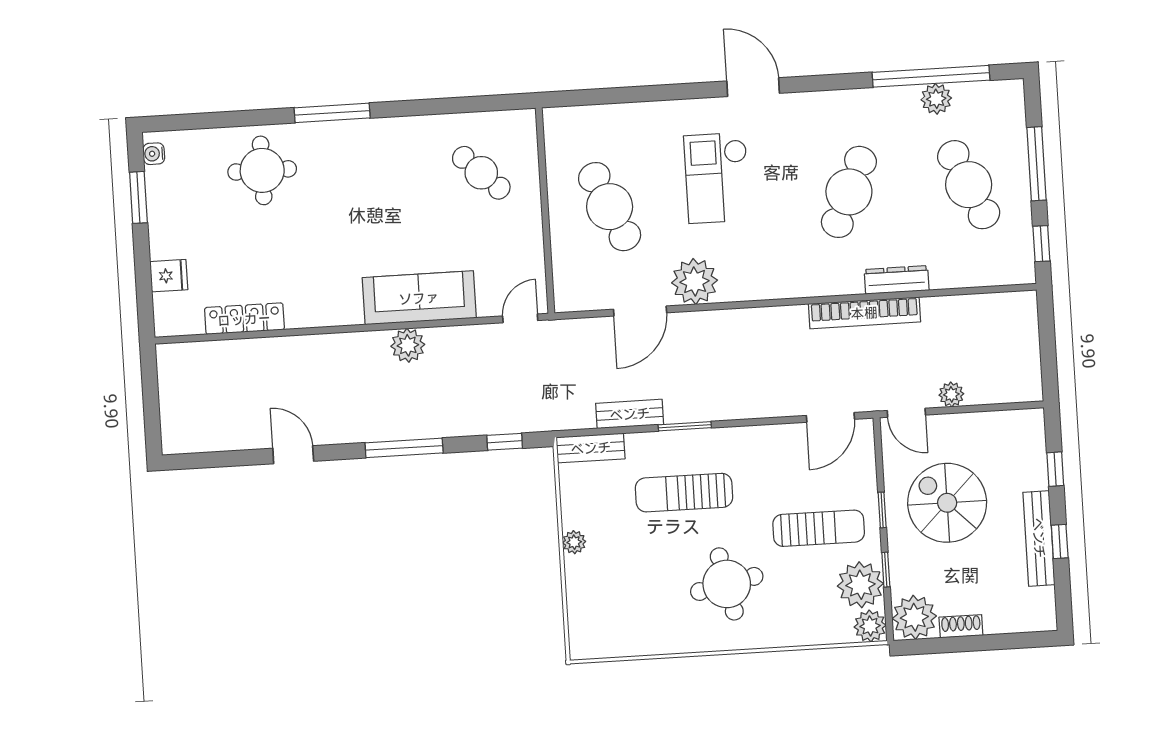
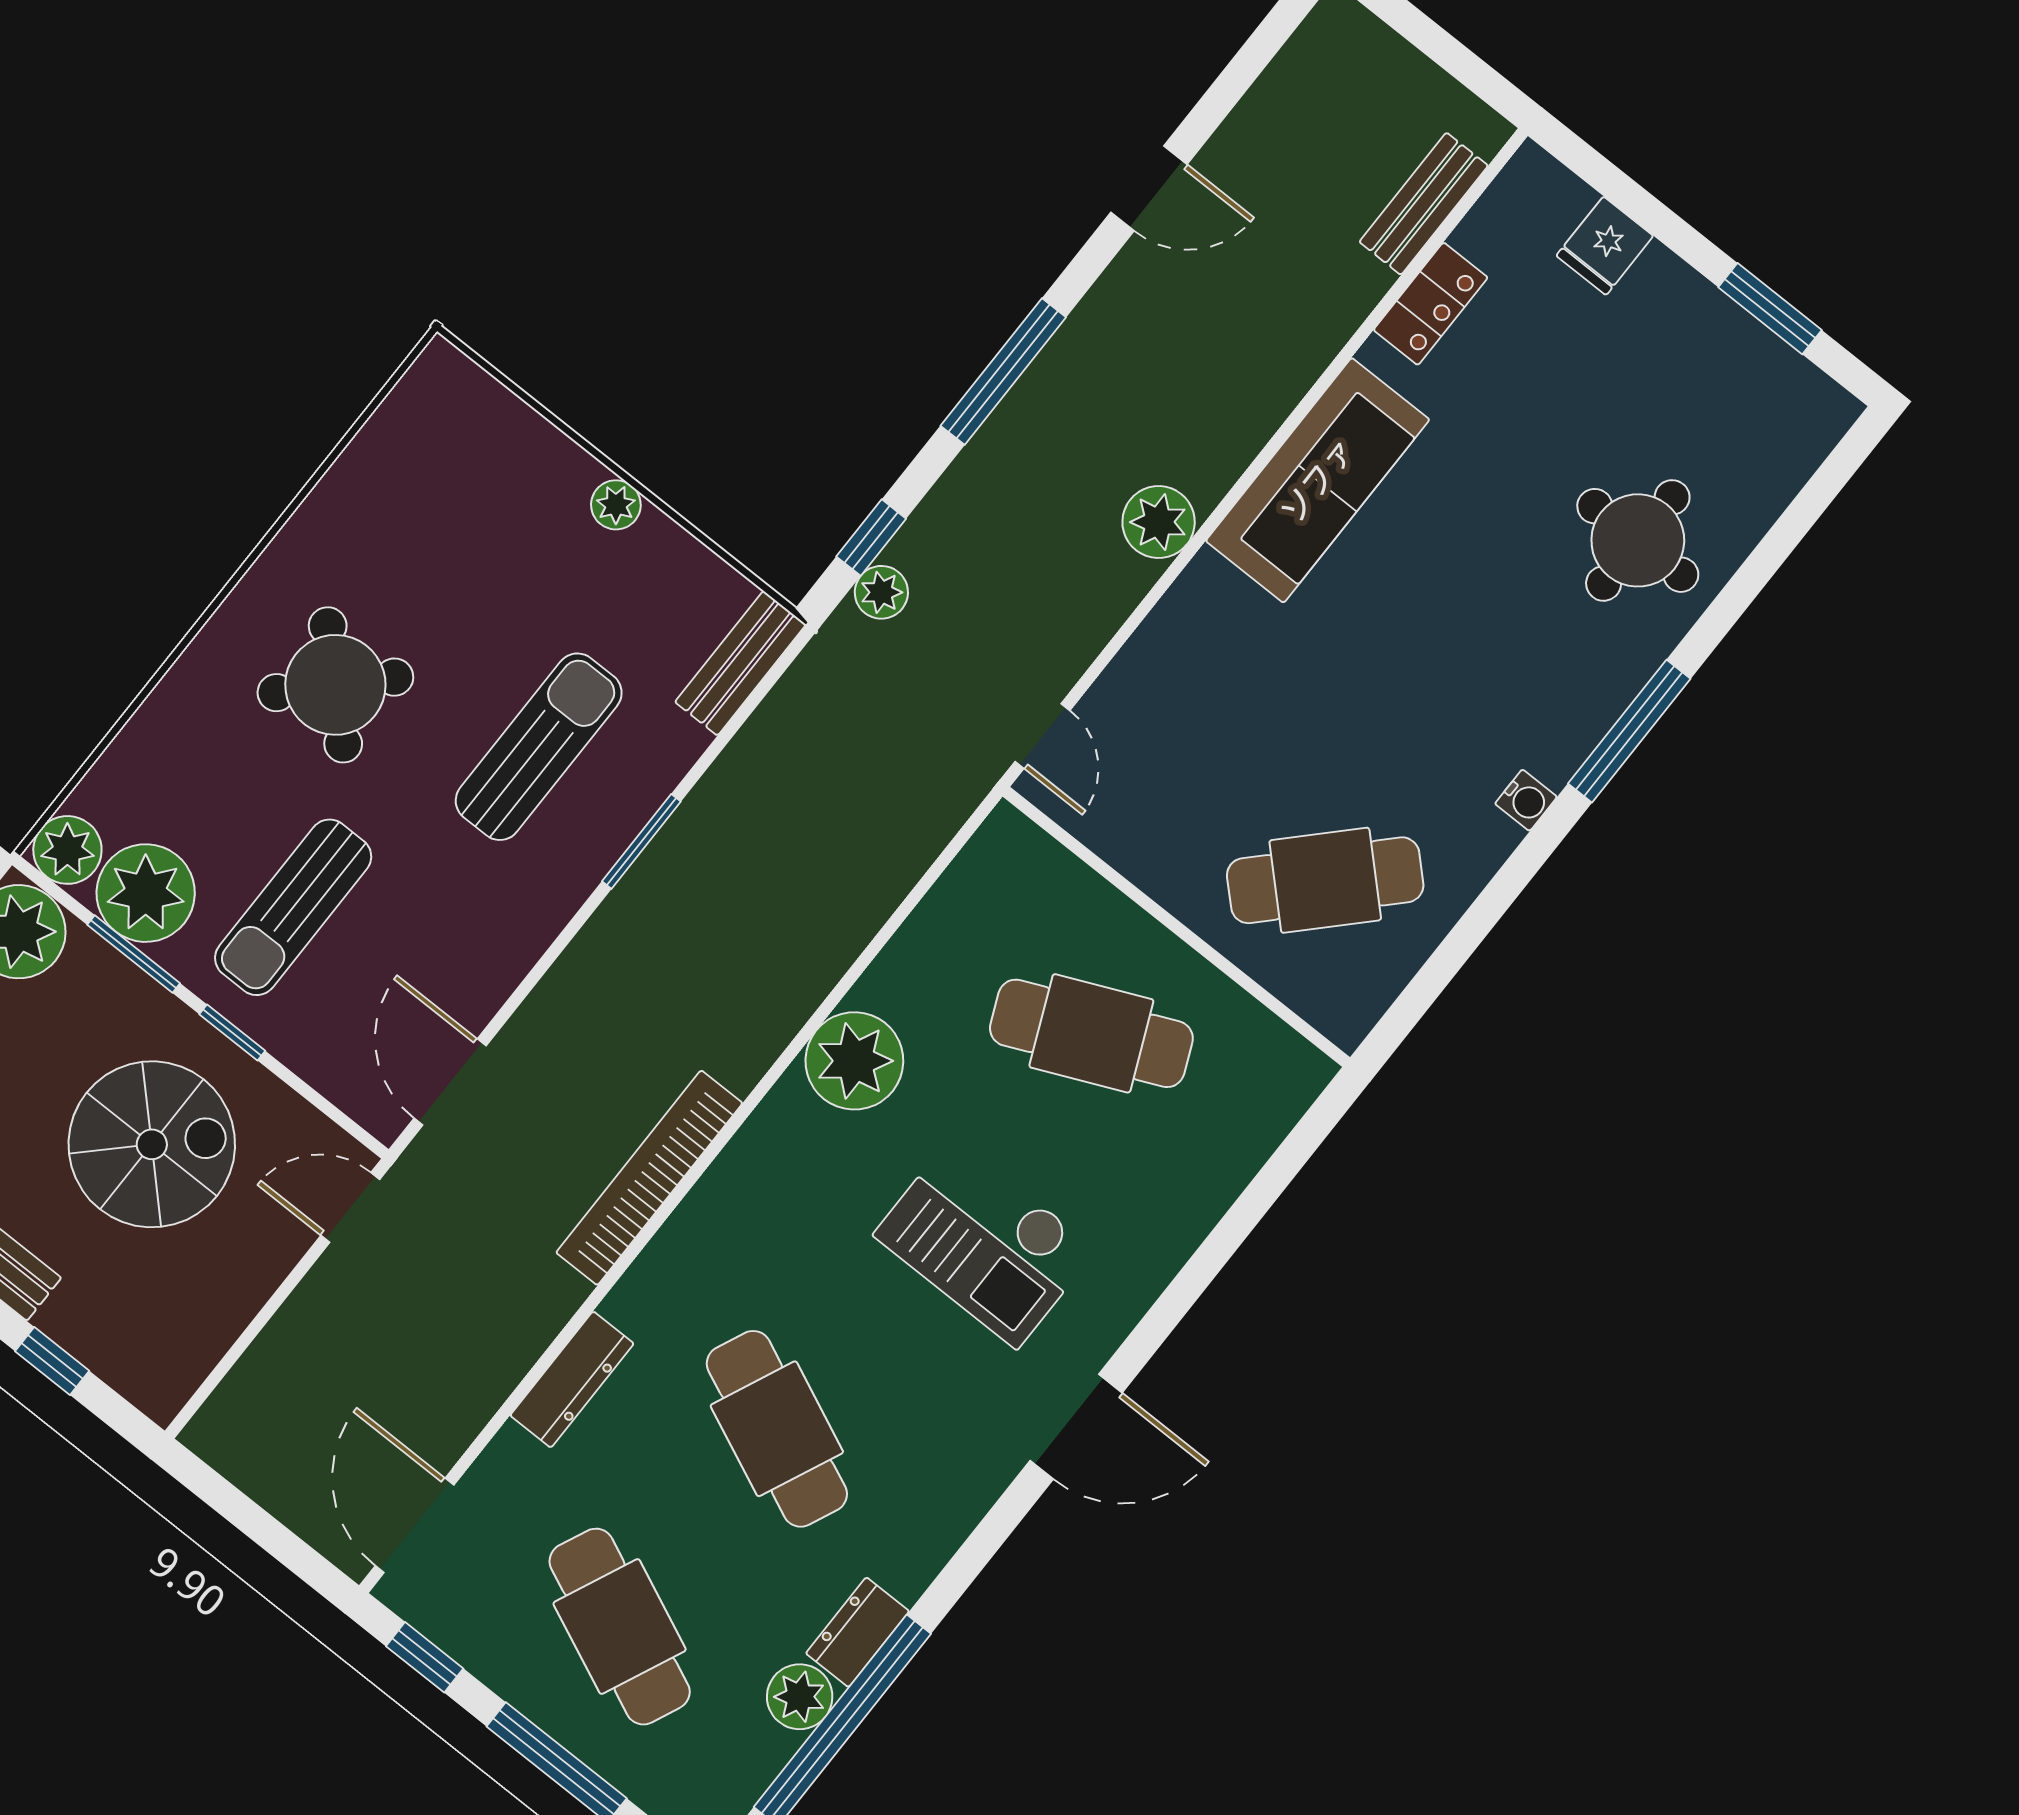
dresser: (895, 99) -> (857, 1632), added
water cooler: (154, 154) -> (1526, 800), moved, turned 90
cafe table: (481, 173) -> (1325, 880), width x1.37, depth x1.35
checkout: (717, 178) -> (985, 1242), turned 180
cafe table: (969, 185) -> (620, 1627), turned 48
sofa: (419, 298) -> (1318, 480), moved
door: (640, 311) -> (415, 1525), moved
bookcase: (864, 313) -> (649, 1178), moved
locker: (244, 319) -> (1431, 304), width x0.66
plant: (951, 394) -> (881, 592), moved
bench: (630, 414) -> (1424, 204), moved
window: (886, 570) -> (134, 954), width x1.50
round table: (727, 584) -> (335, 685), turned -34

